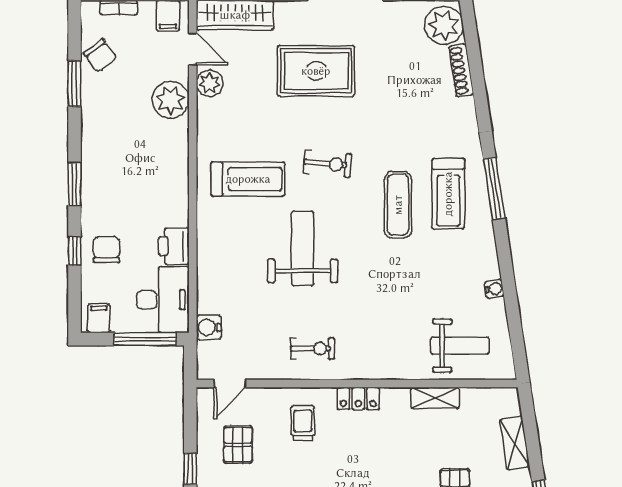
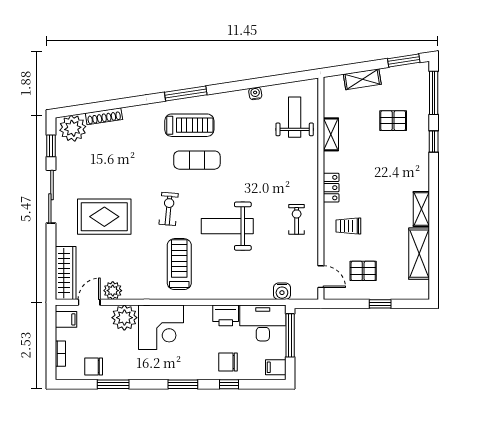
chair: (100, 56) -> (94, 366), turned -143
rug: (316, 71) -> (104, 217), turned 90
corner desk: (157, 153) -> (161, 327), added

